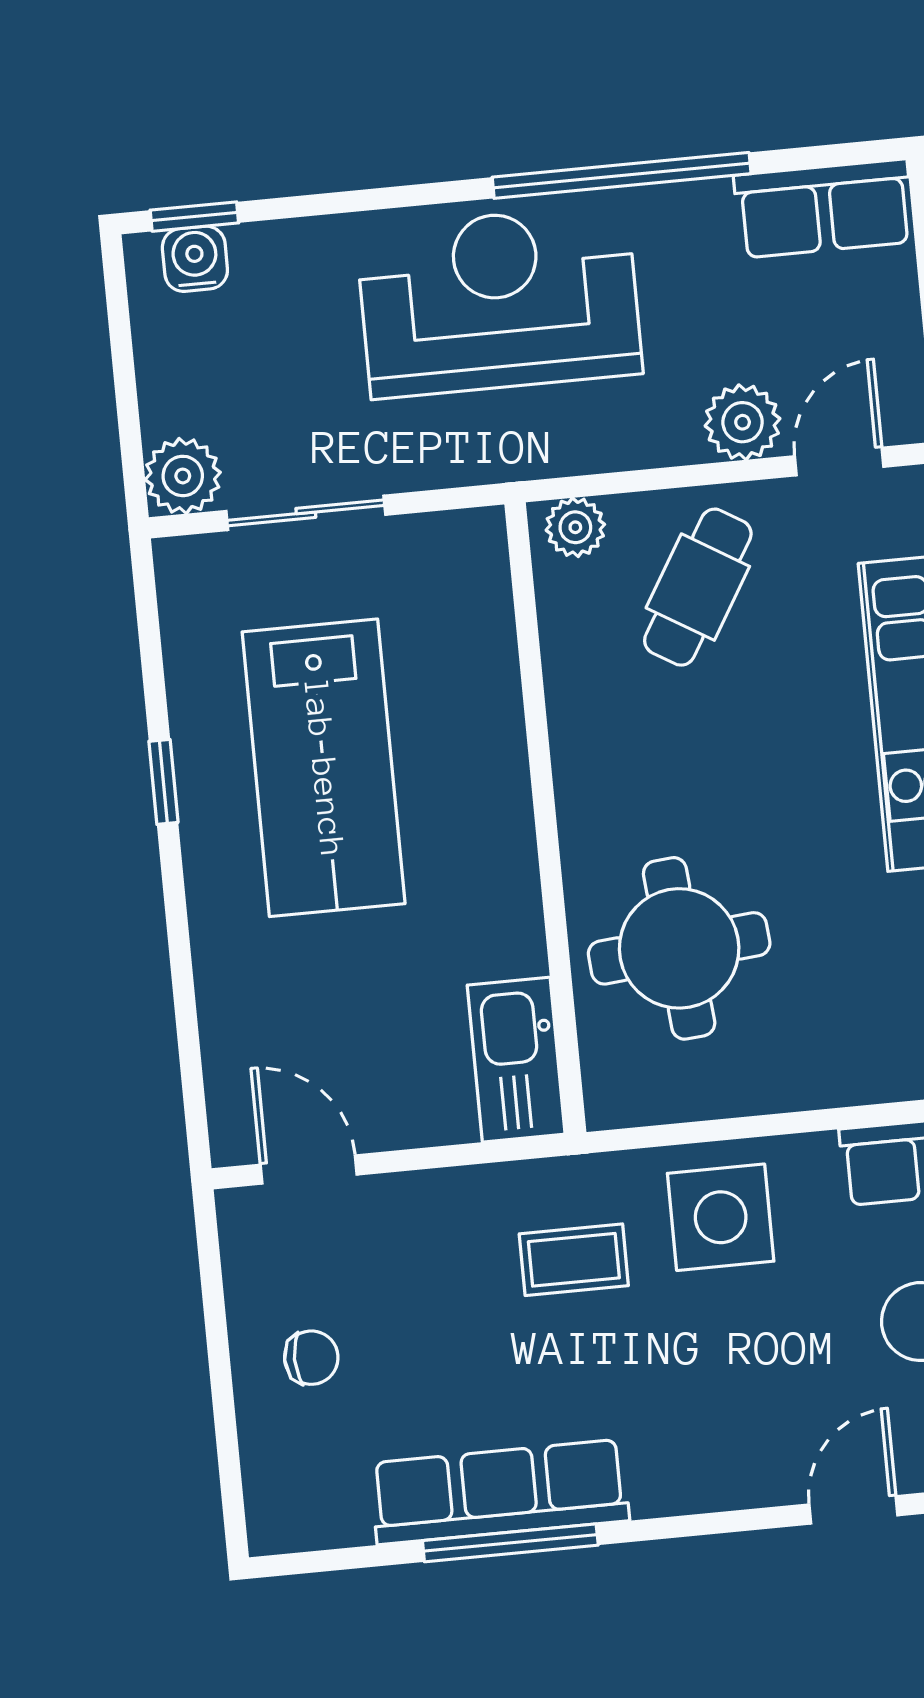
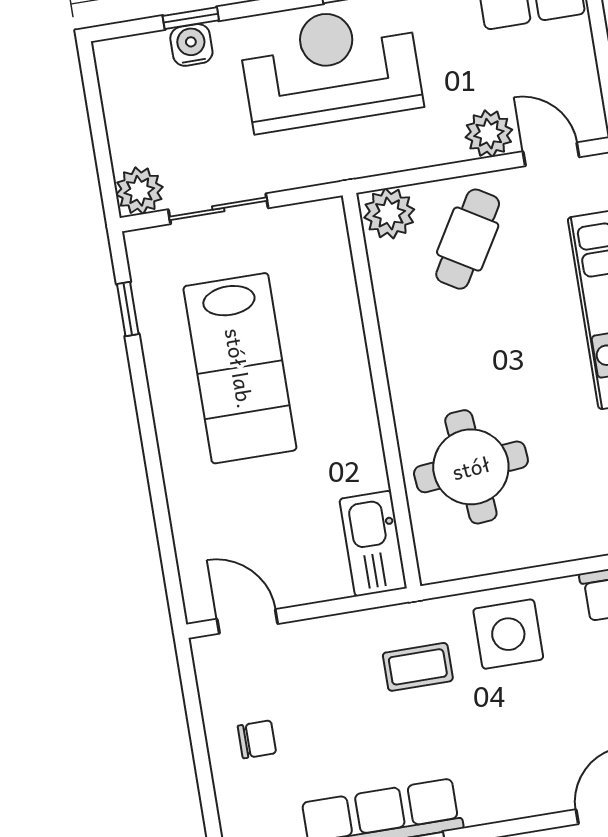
window: (194, 217) -> (191, 18), moved
water cooler: (195, 259) -> (191, 45), moved
door: (839, 462) -> (551, 154), hinge flipped
plant: (575, 527) -> (389, 213), width x1.38, depth x1.38
window: (163, 782) -> (128, 309), moved

